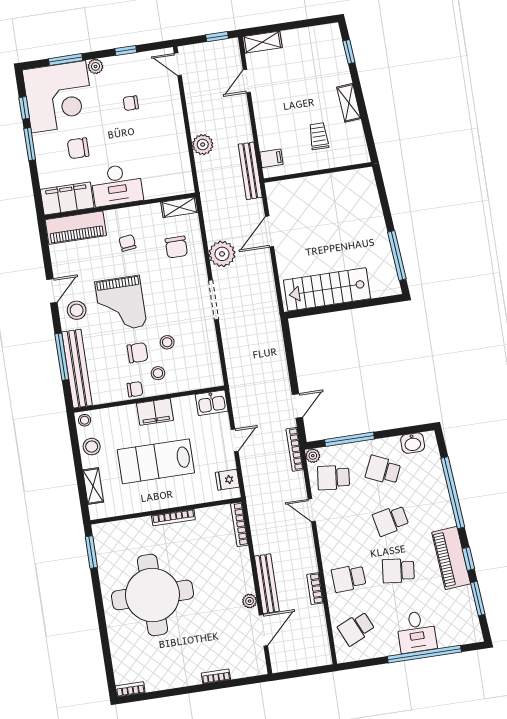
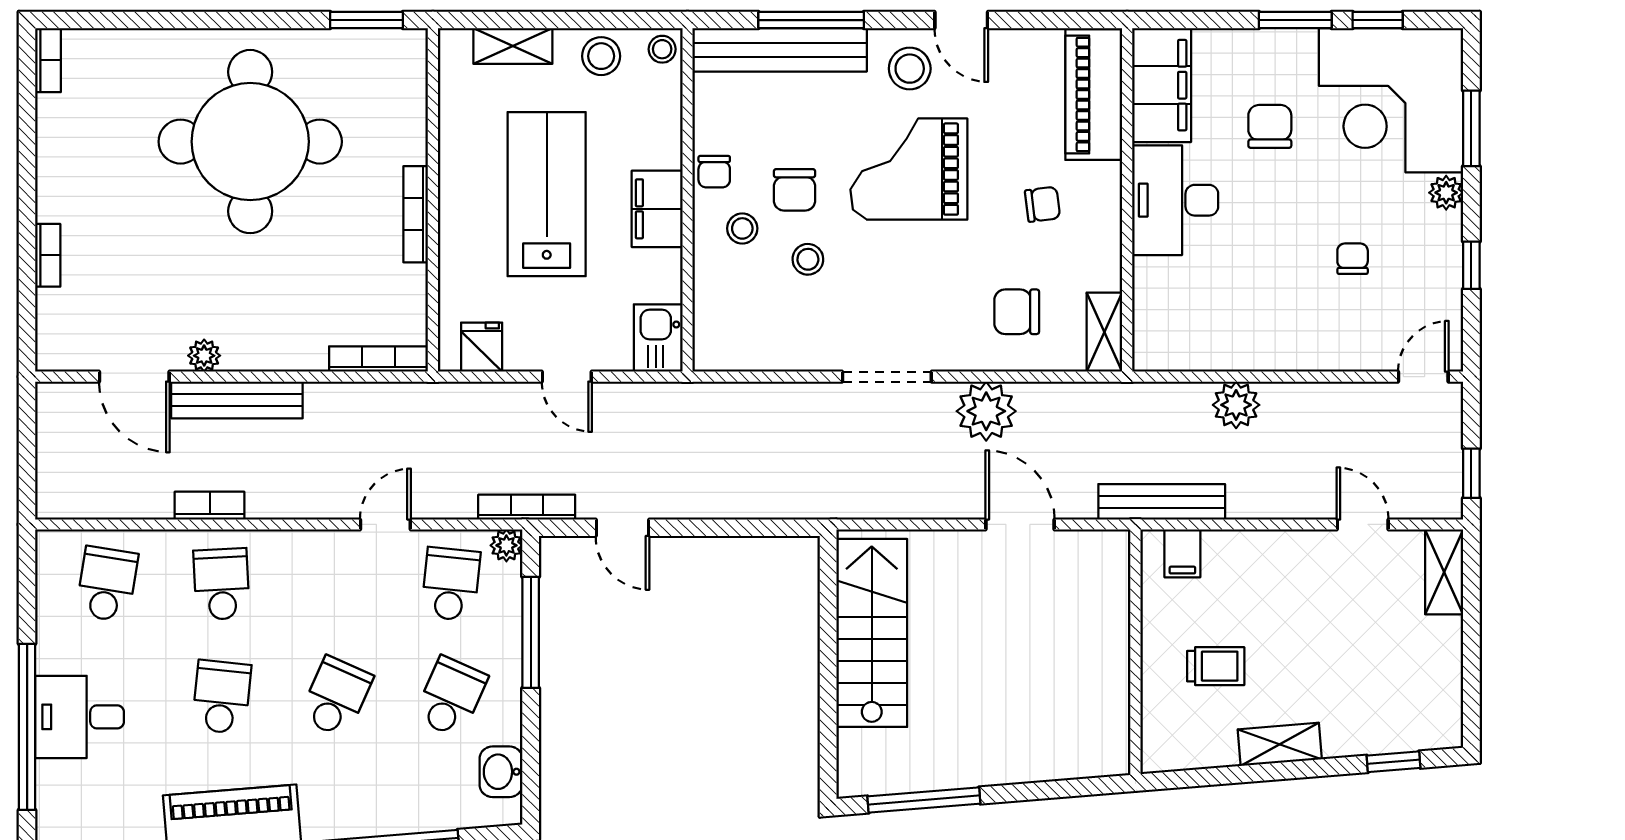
school desk: (391, 520) -> (336, 697), turned 36
school desk: (356, 629) -> (107, 584), turned 33

